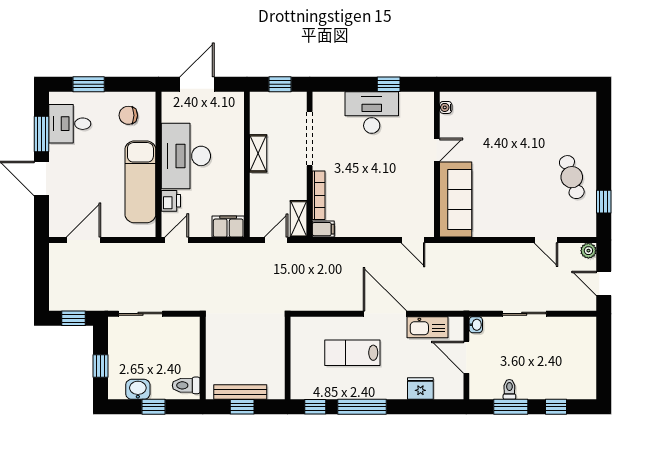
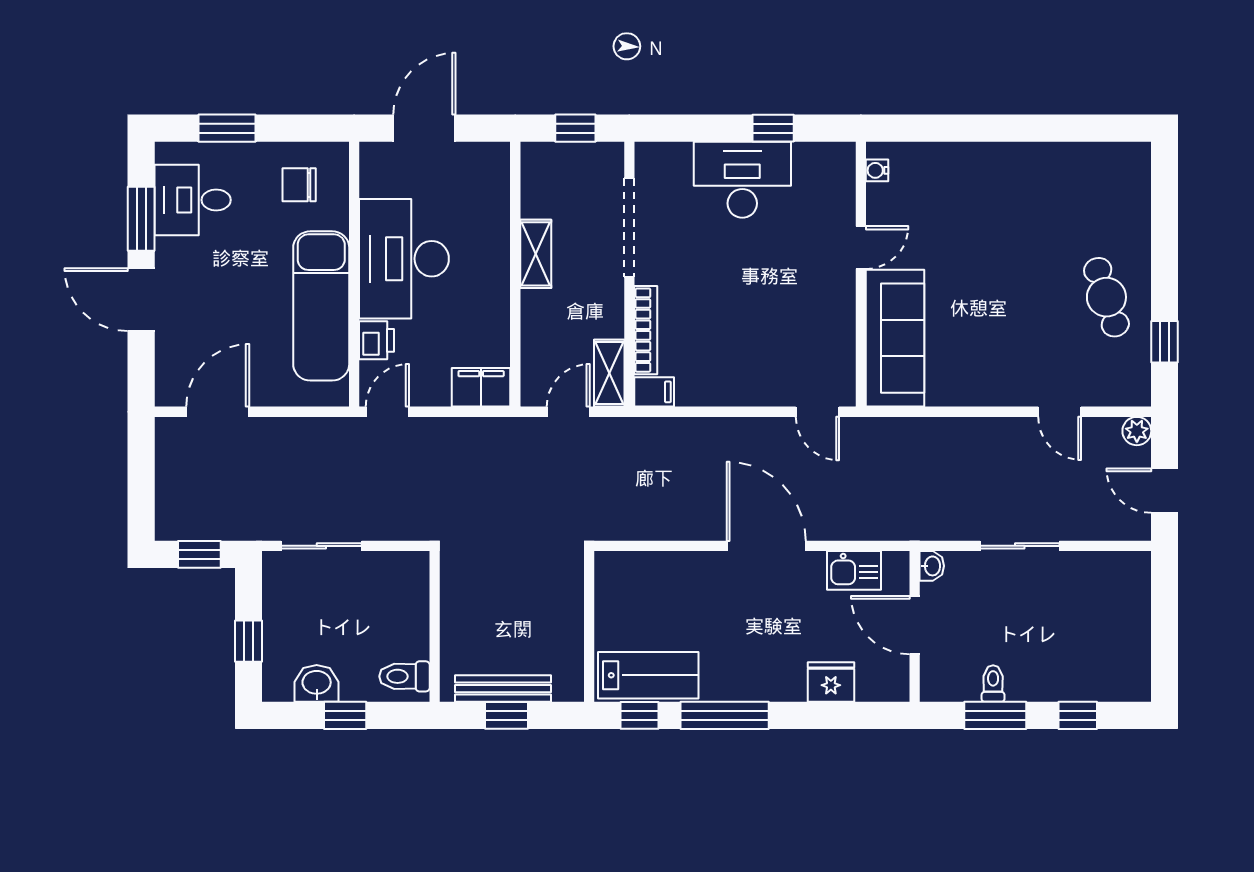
kitchen sink: (427, 327) -> (854, 570), width x0.73
lab bench: (352, 353) -> (648, 675), moved, turned 180

